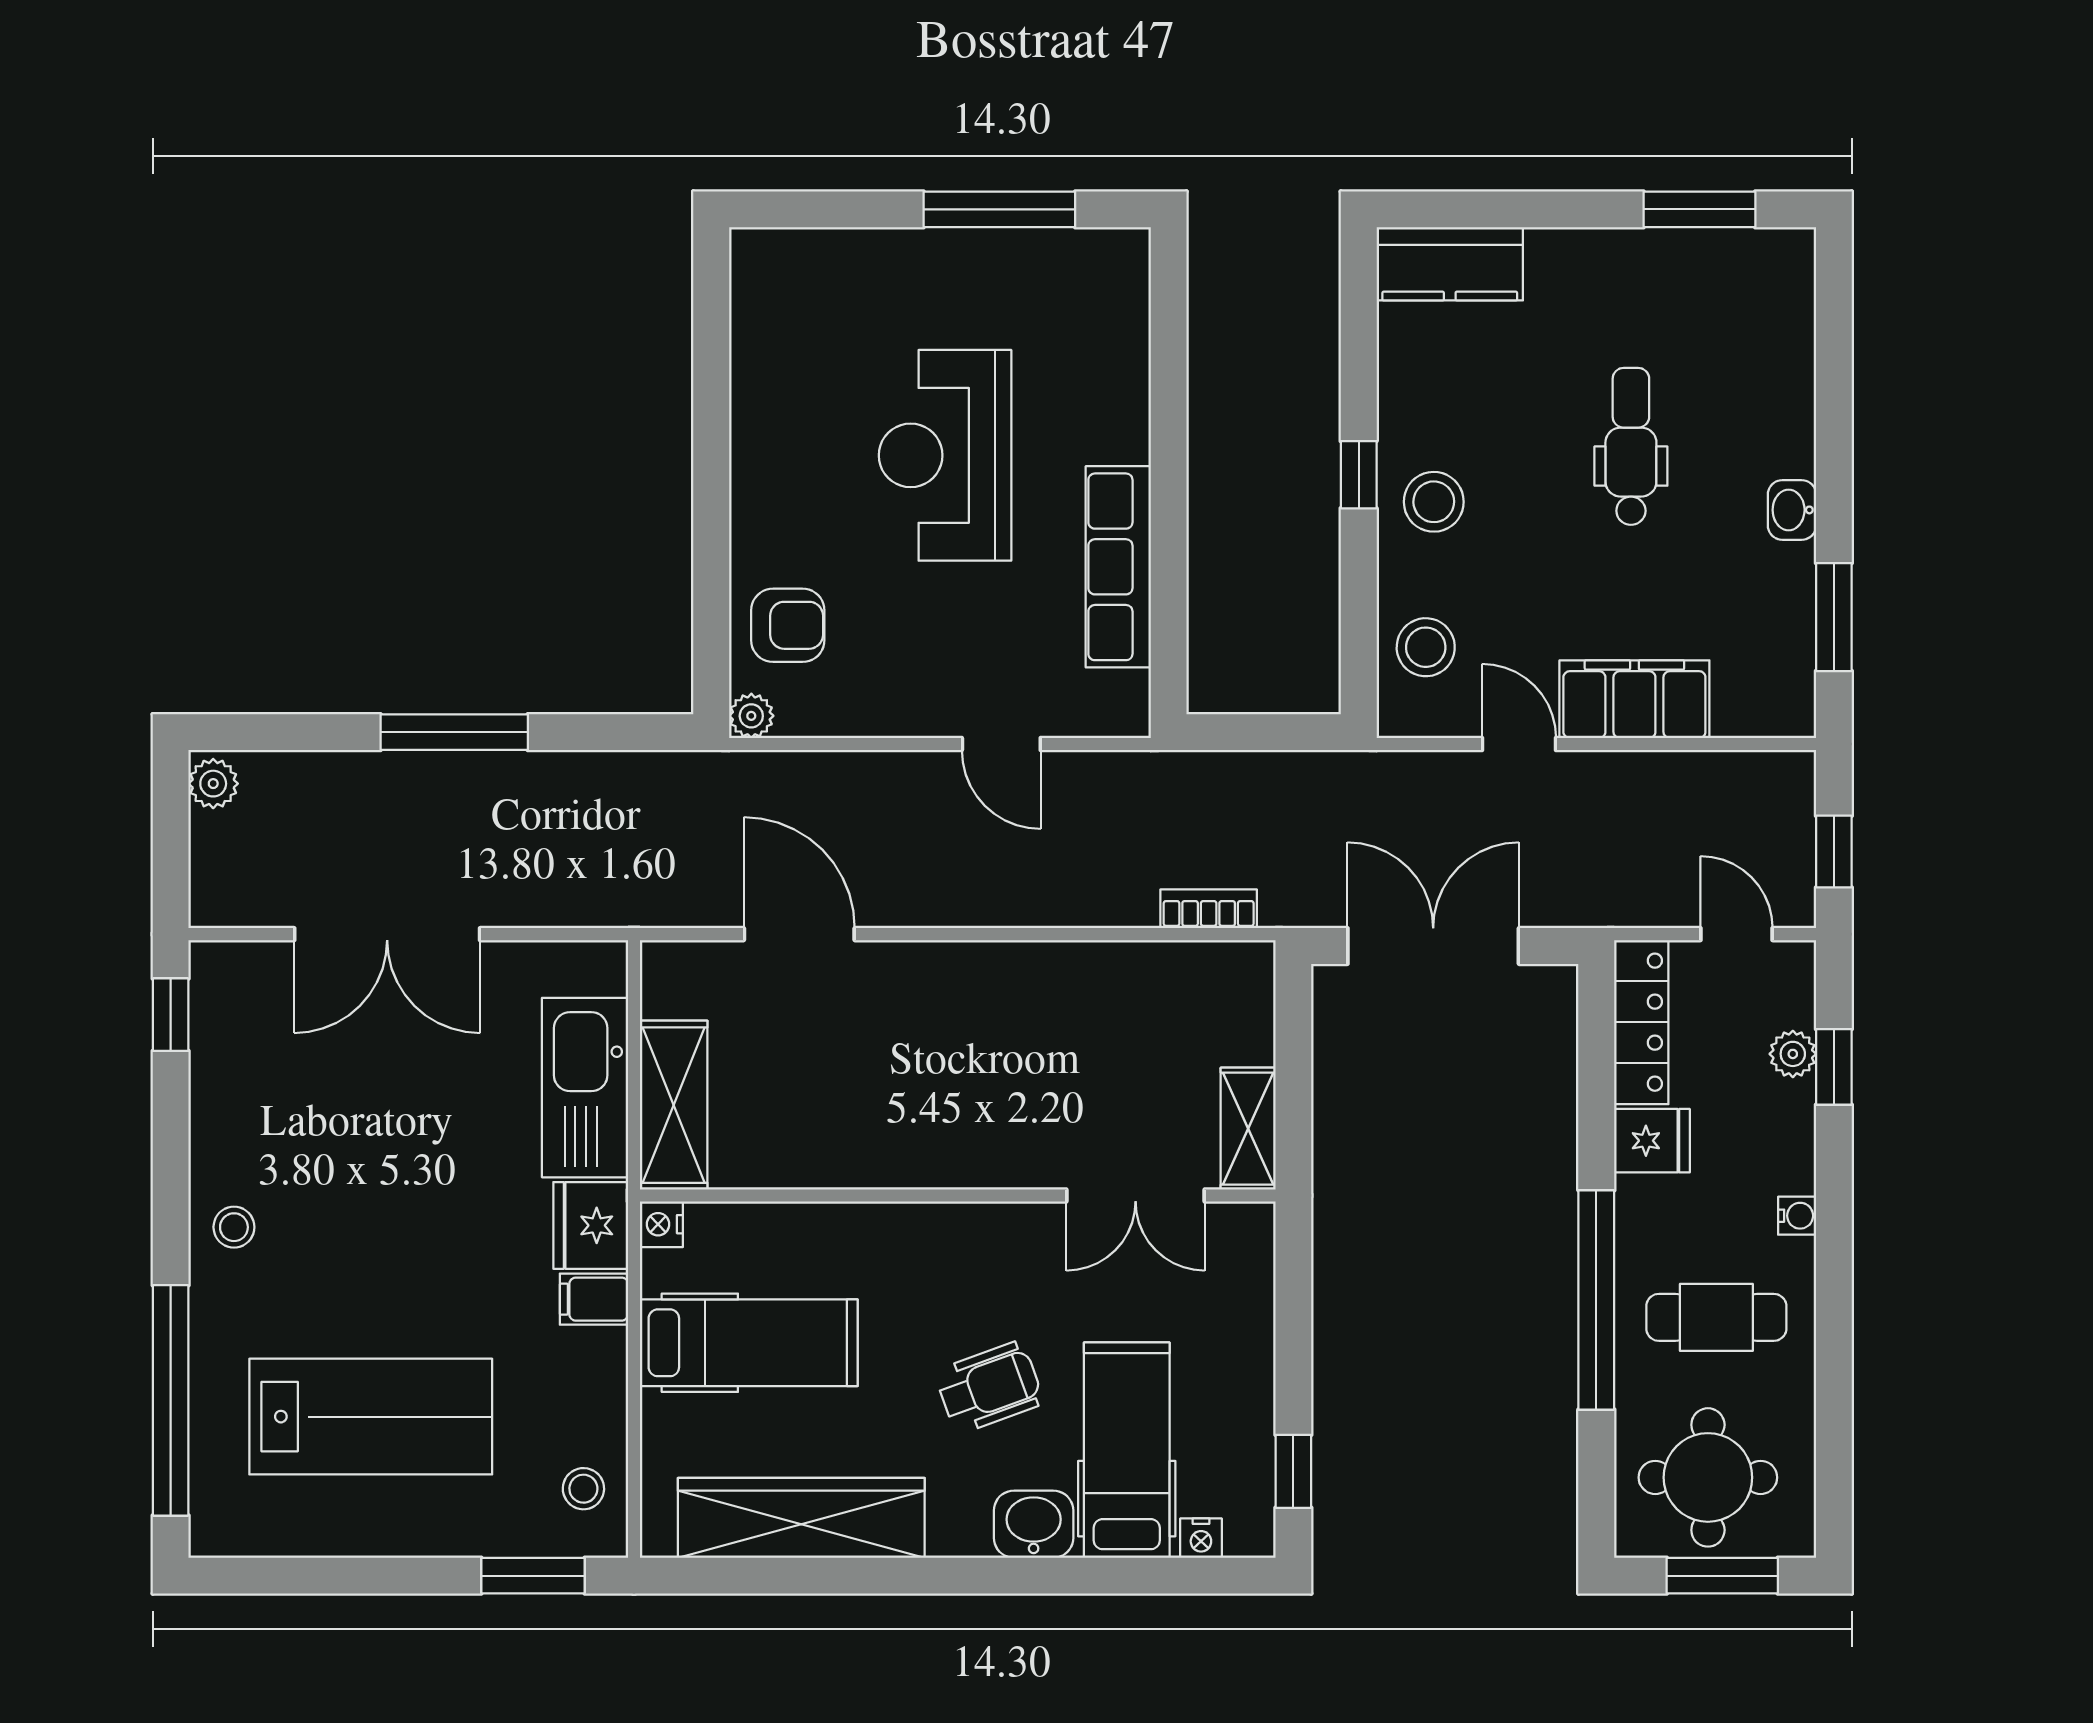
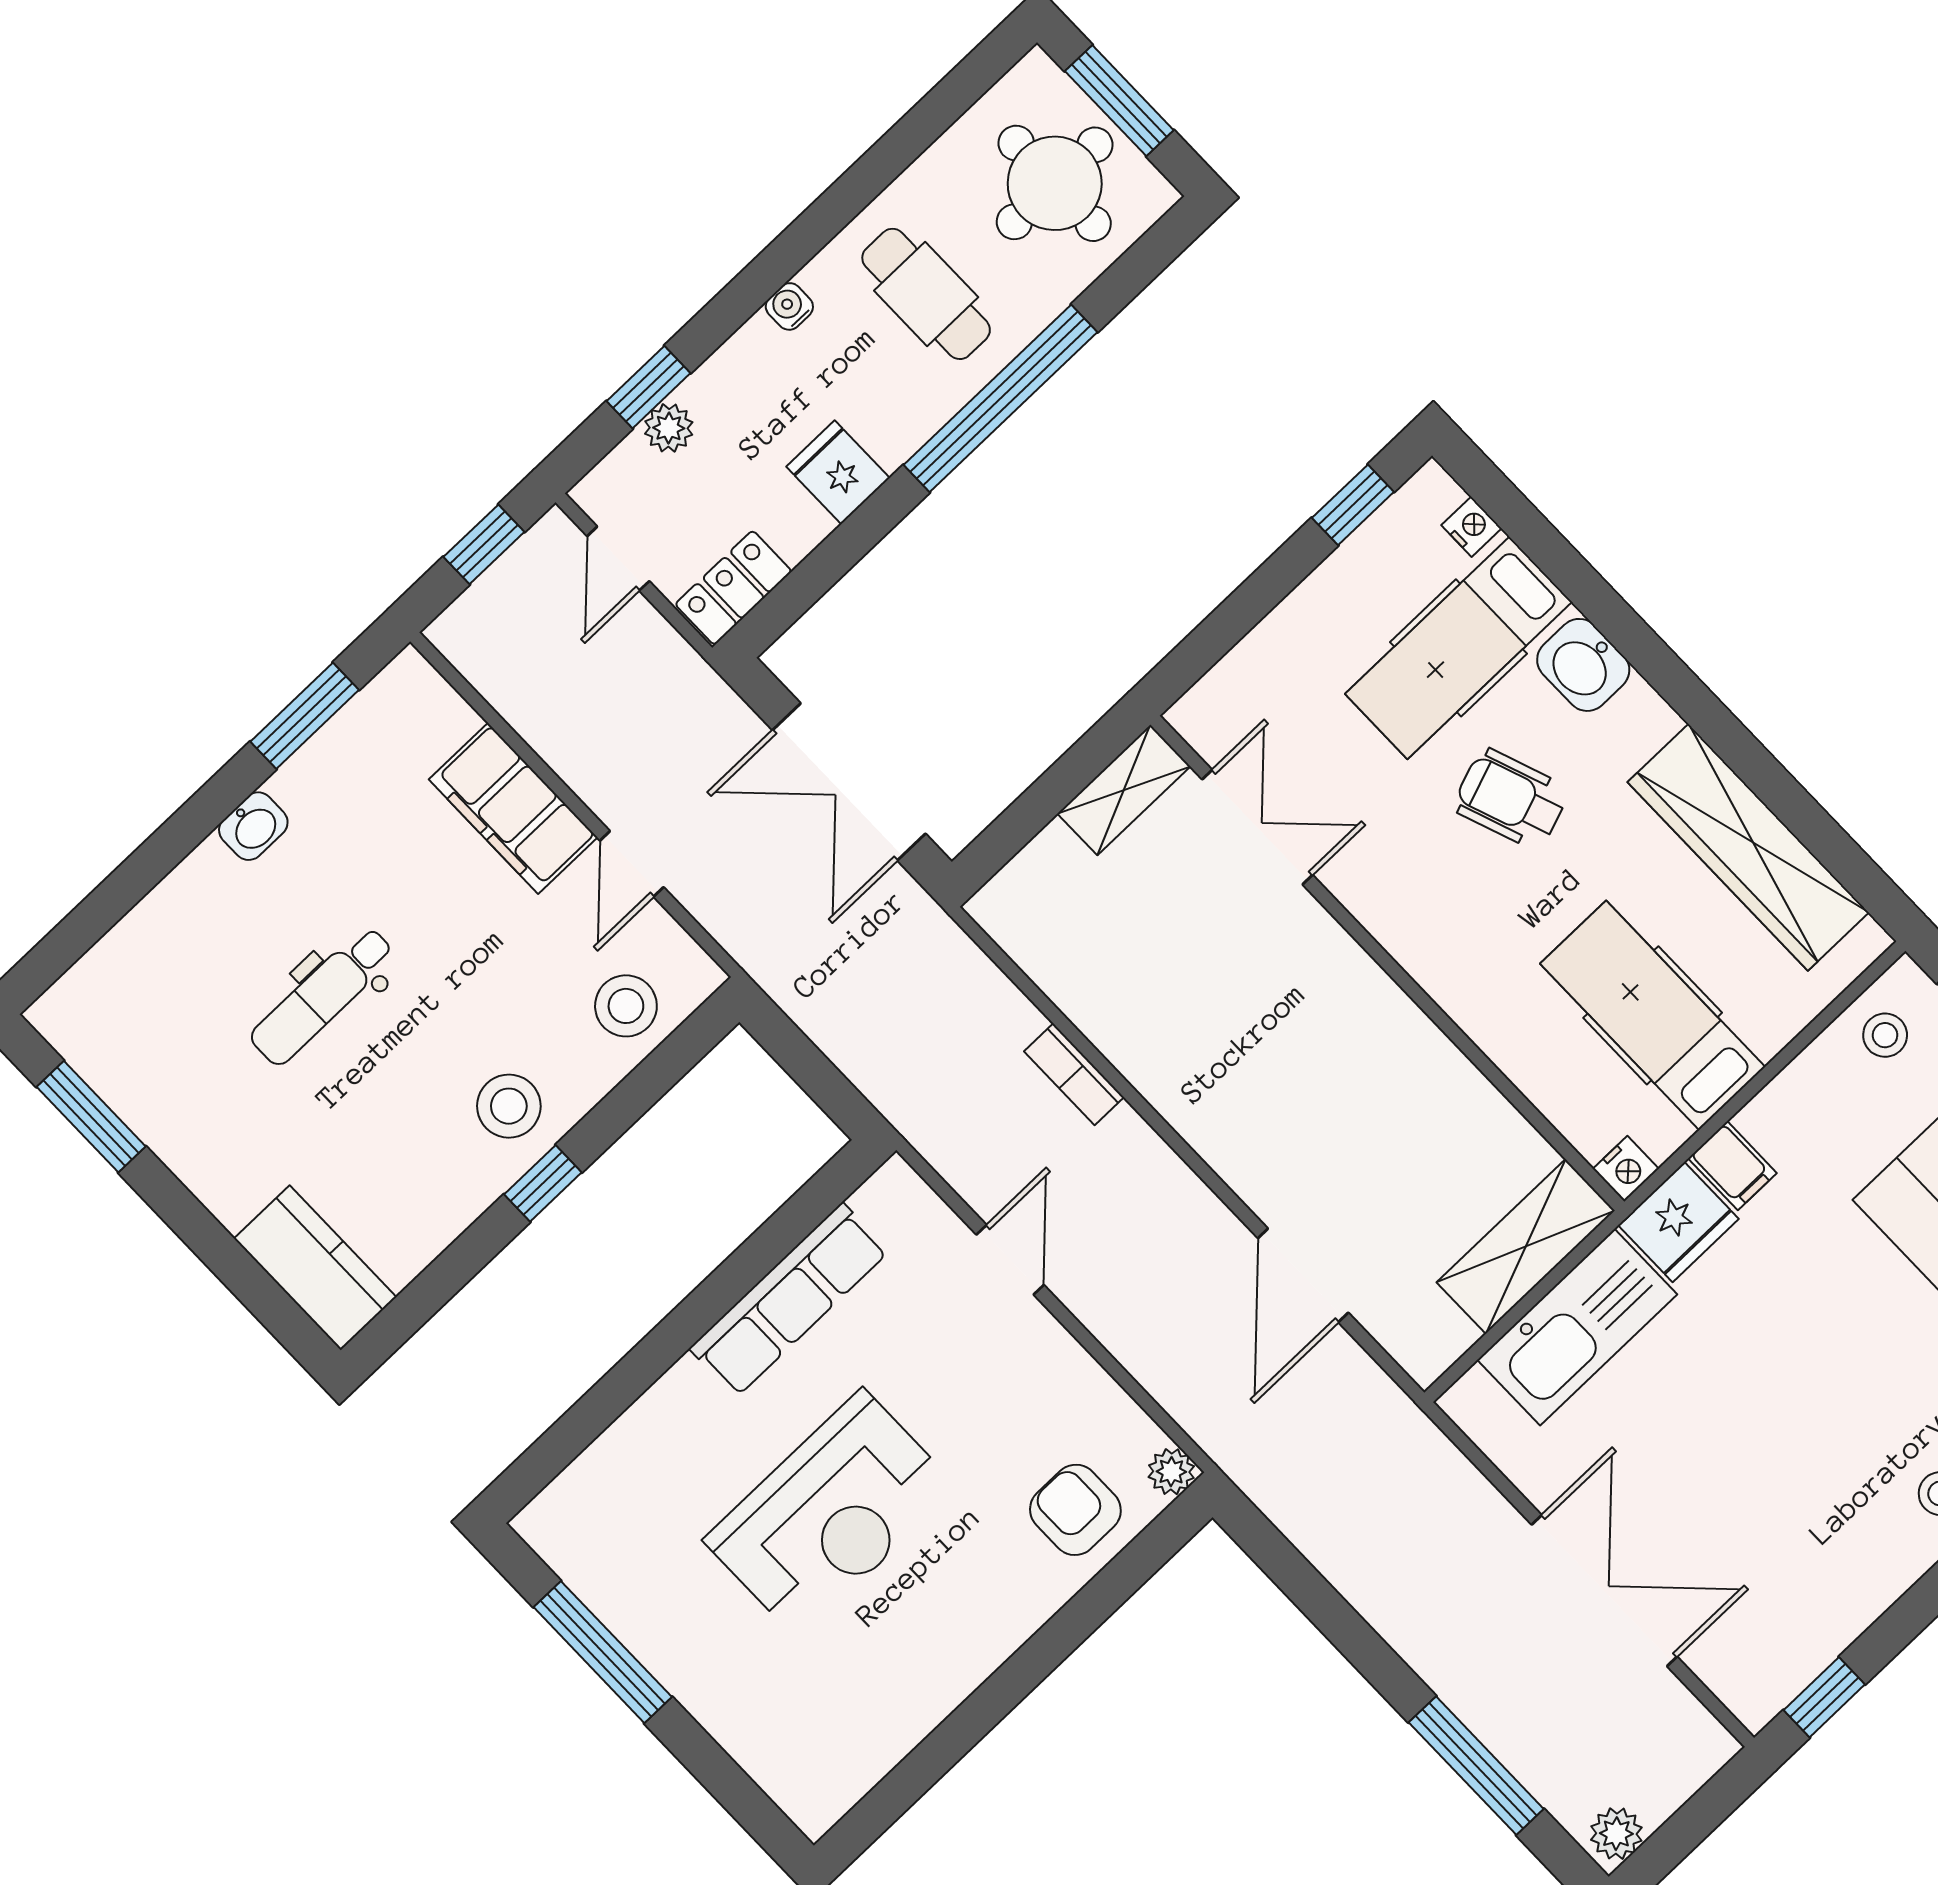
window: (454, 732) -> (1476, 1766), moved
bookcase: (1209, 909) -> (1074, 1074), moved
locker: (1641, 1022) -> (733, 588), width x0.66

